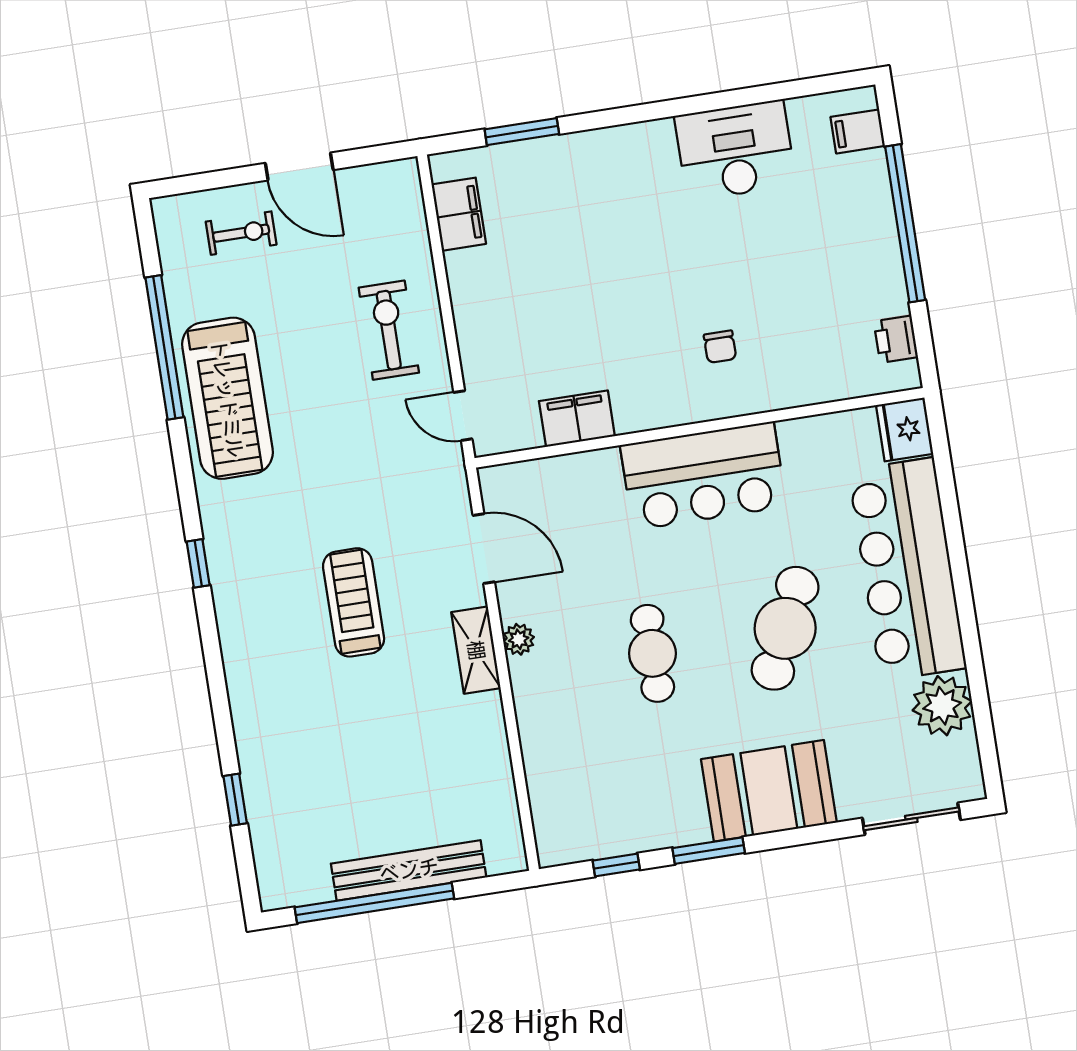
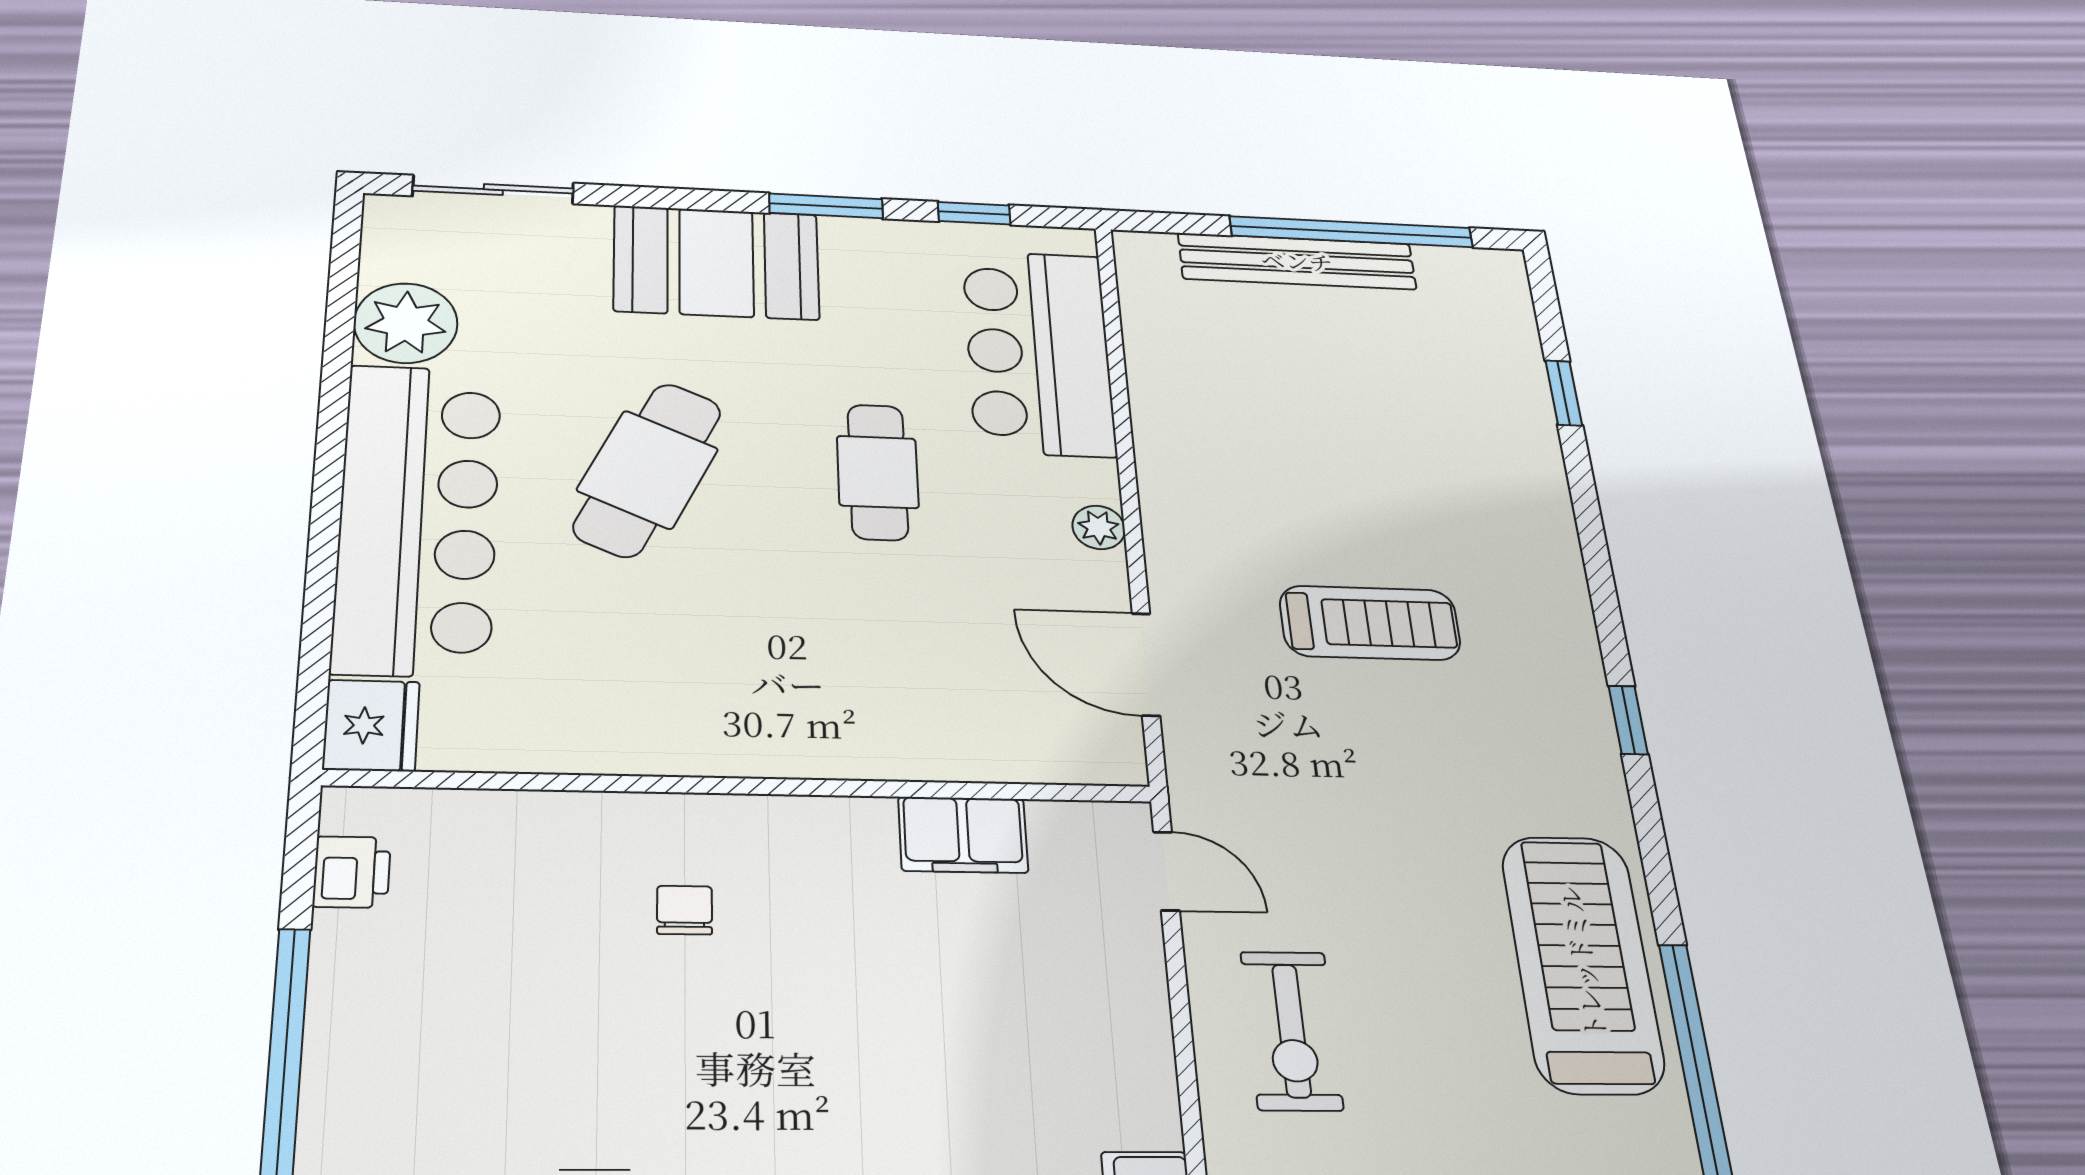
bar counter: (703, 476) -> (1038, 352), moved, turned -90
treadmill: (354, 602) -> (1370, 623), turned -90
shelving: (476, 650) -> (1171, 524), removed

